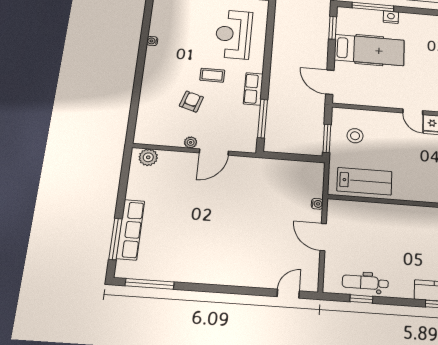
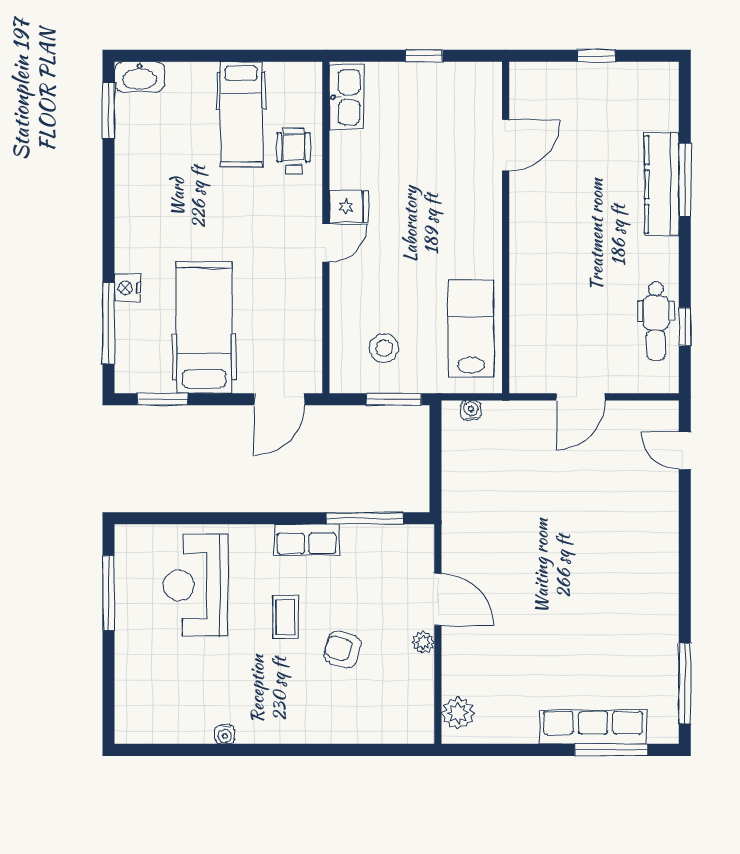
reception desk: (234, 34) -> (195, 585), turned 90
water cooler: (317, 204) -> (471, 410), moved

